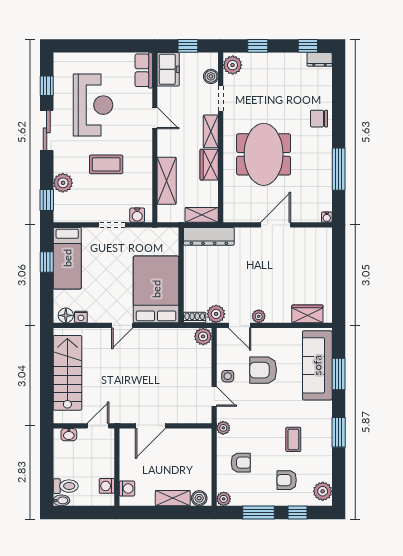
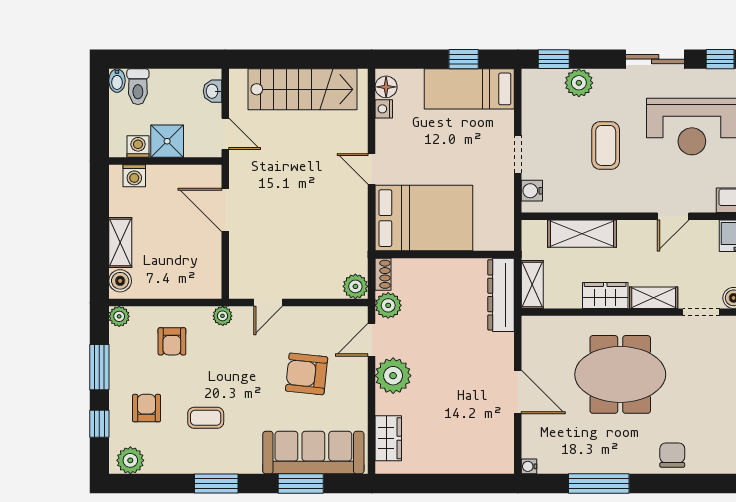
plant: (259, 316) -> (393, 376), width x1.88, depth x1.88
armchair: (263, 370) -> (307, 374), turned -84
side table: (228, 376) -> (298, 322), removed
shower: (103, 466) -> (167, 141), added

